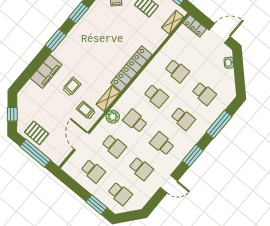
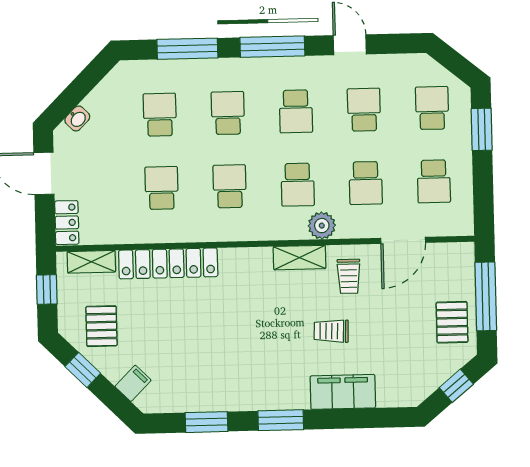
locker: (132, 69) -> (168, 263), moved
school desk: (114, 146) -> (366, 183), turned 180
window: (193, 156) -> (272, 47), width x1.44
school desk: (93, 171) -> (434, 181), turned 180

